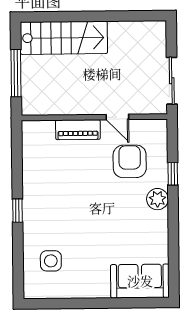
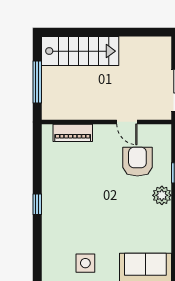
piano: (78, 130) -> (73, 133), moved
side table: (51, 261) -> (85, 263), moved

